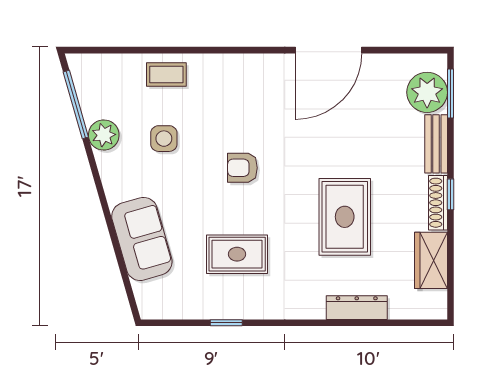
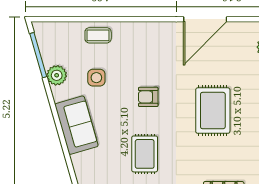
rug: (345, 217) -> (213, 111), moved
sofa: (142, 239) -> (76, 125), moved
rug: (237, 254) -> (145, 154), turned 90

